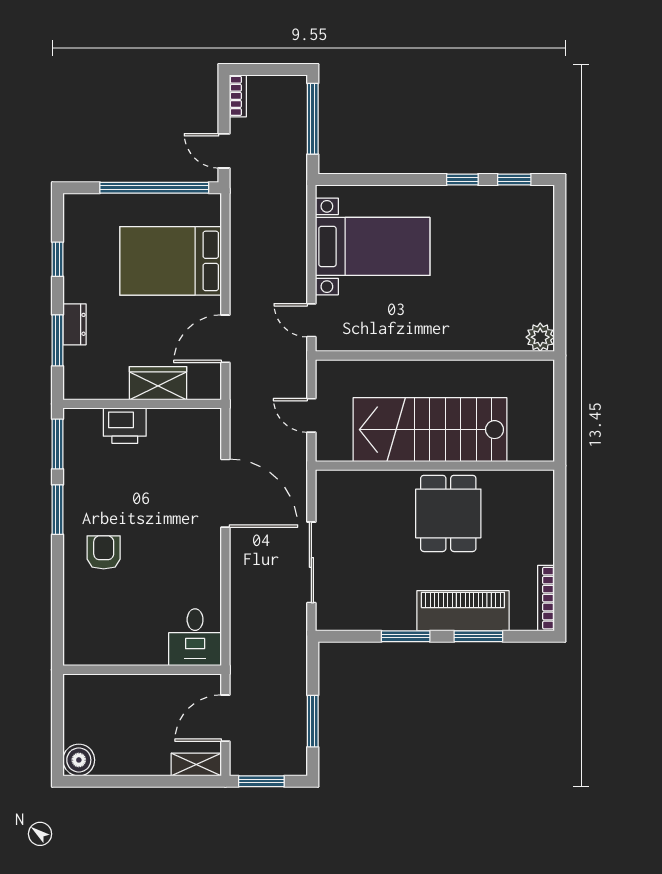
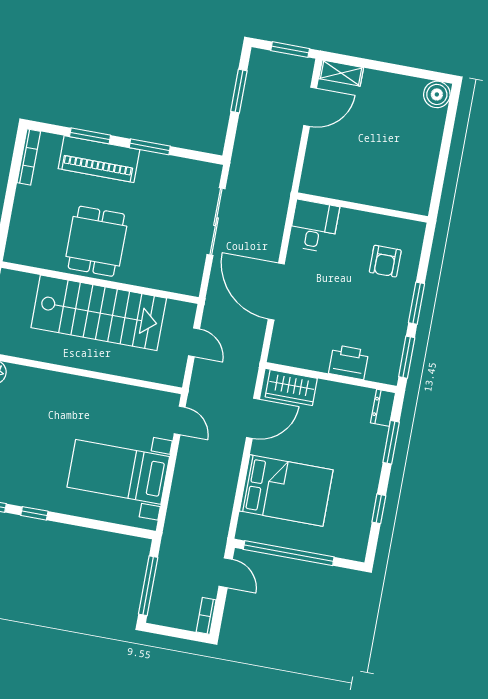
dresser: (75, 324) -> (383, 408), moved
wardrobe: (158, 383) -> (291, 388), moved
desk: (195, 637) -> (314, 226), moved
wall: (142, 670) -> (362, 208), moved

